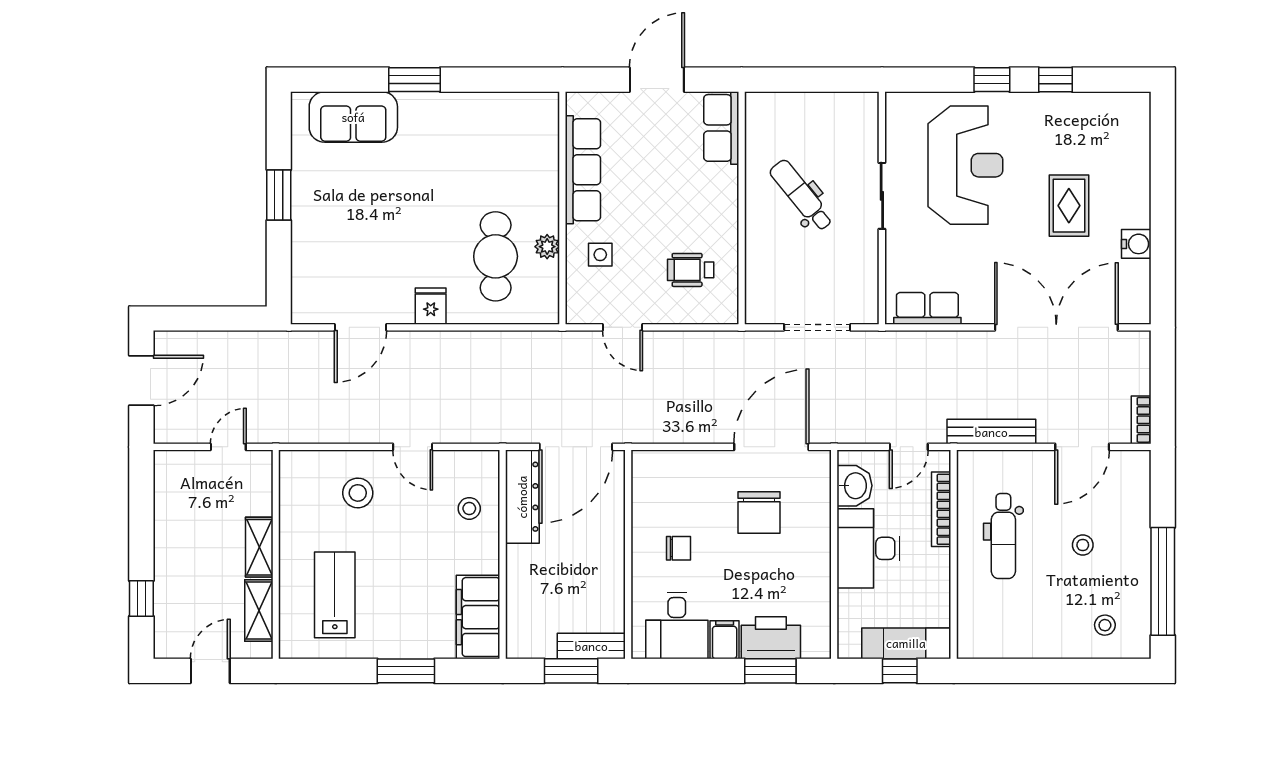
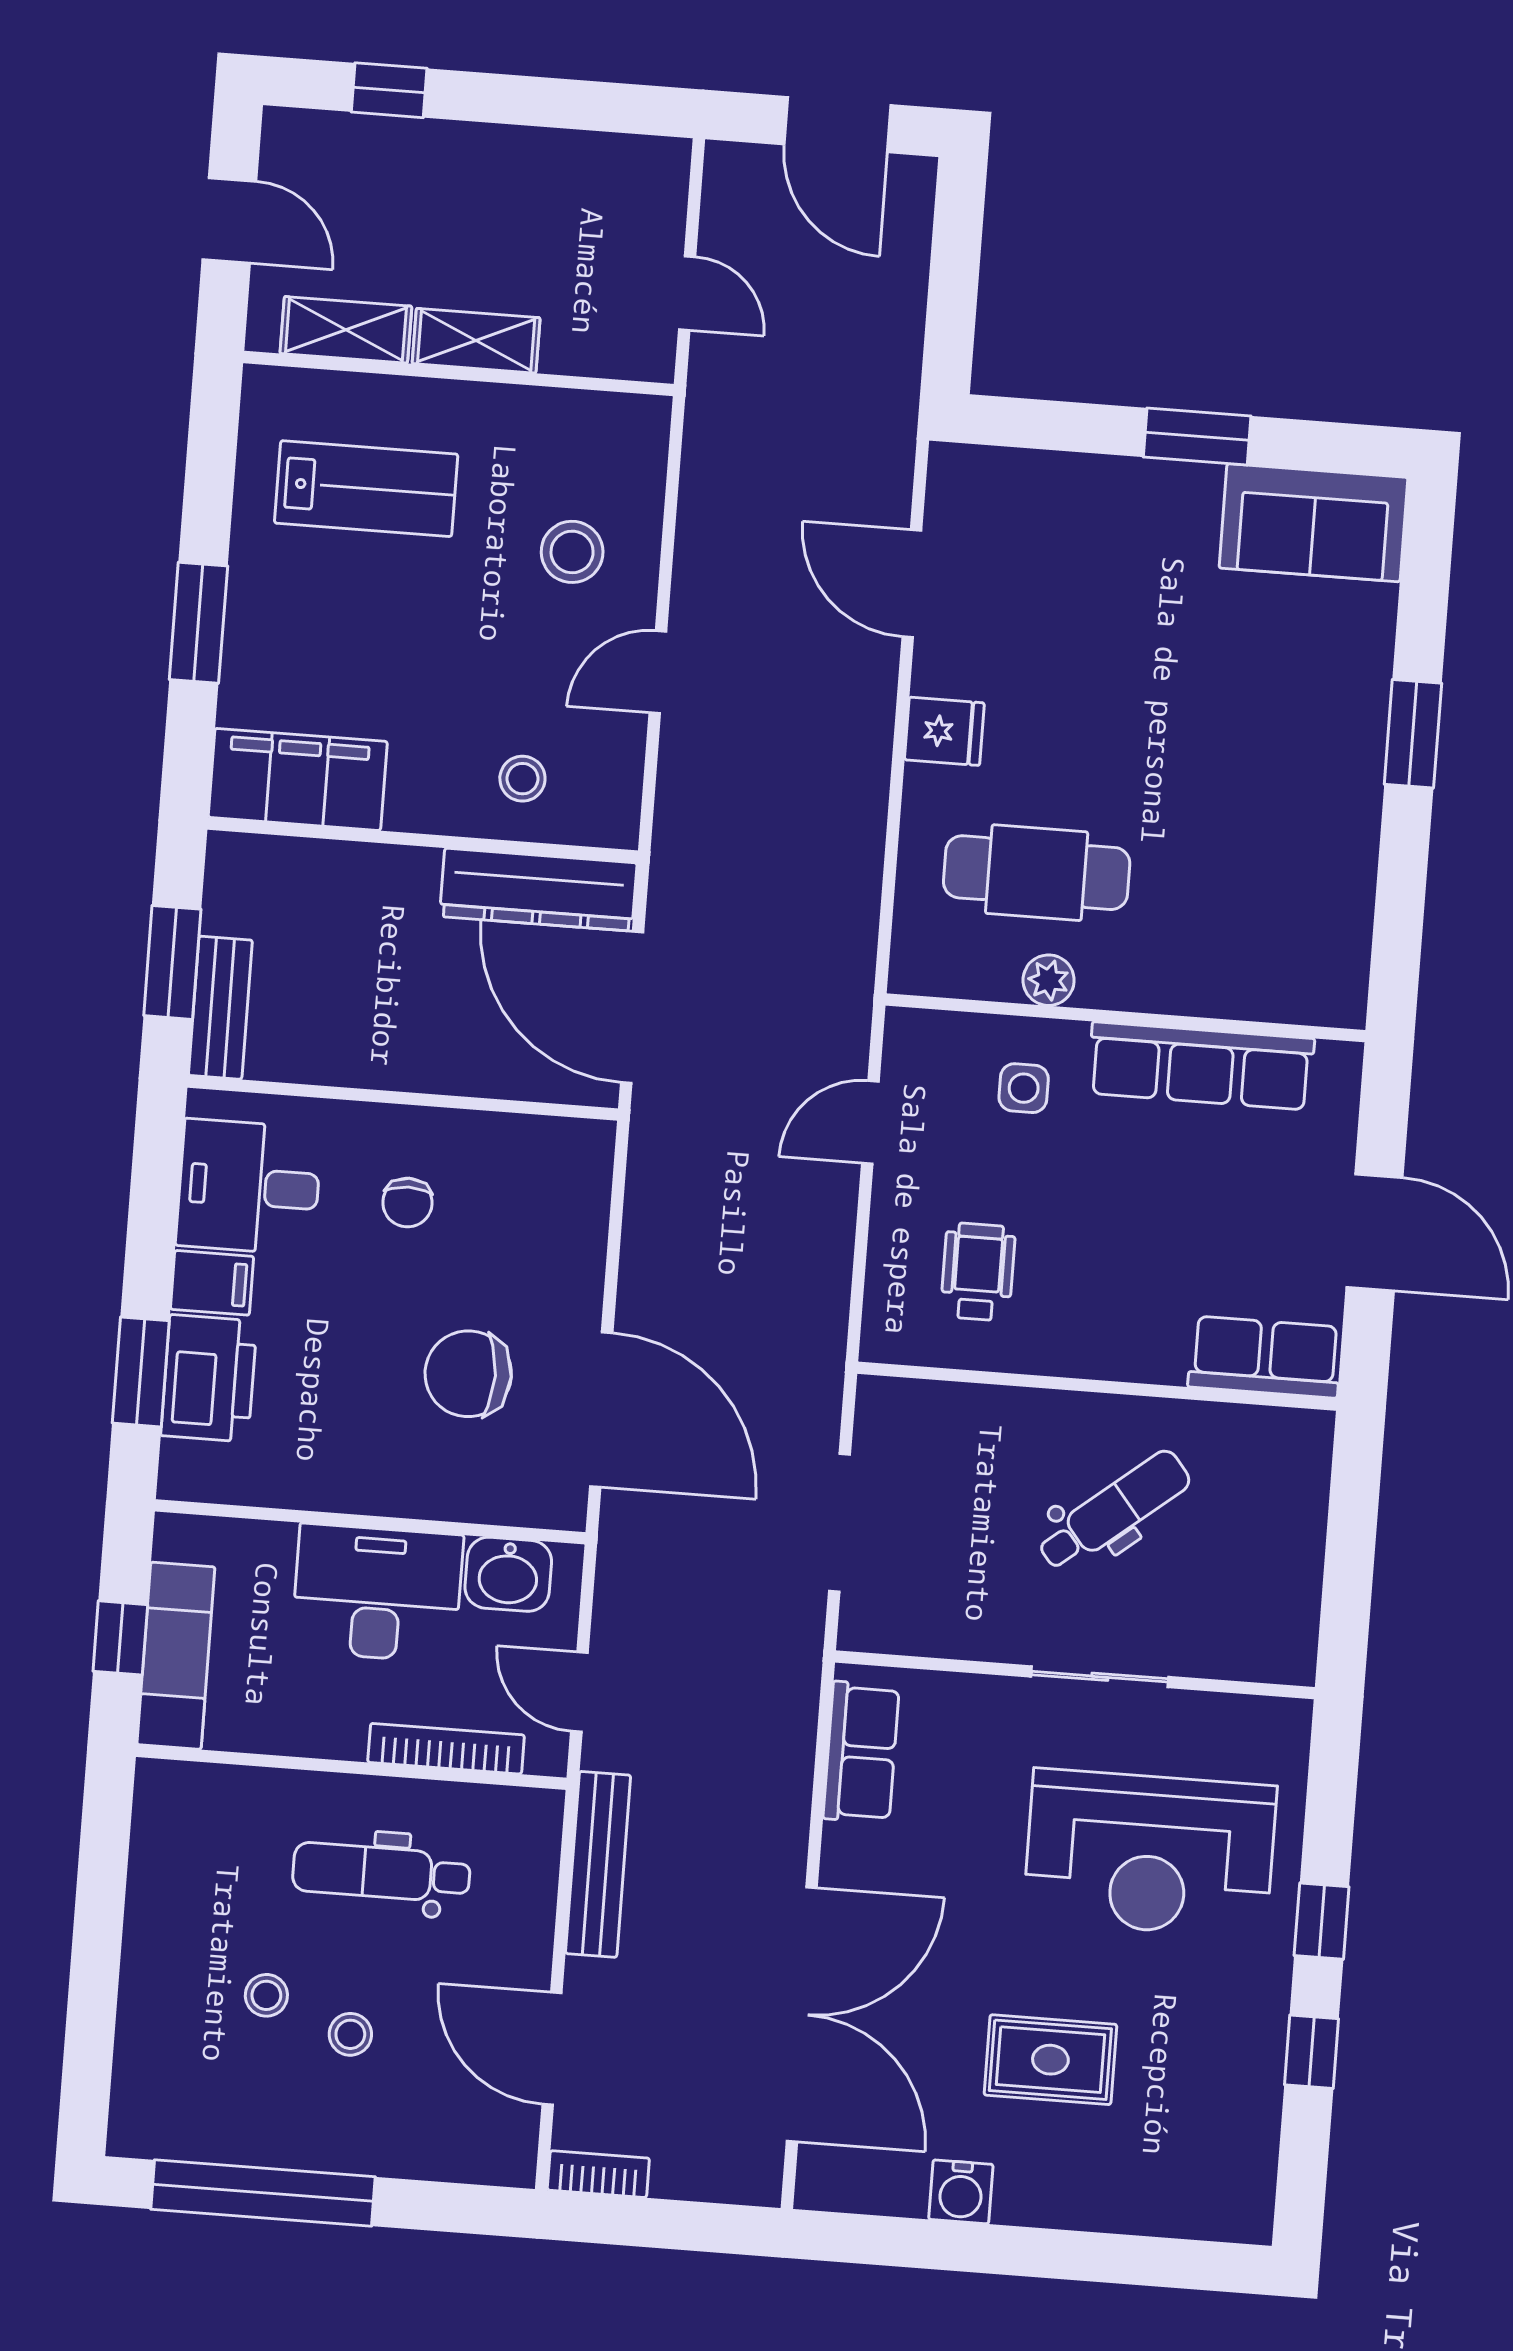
sofa: (353, 117) -> (1314, 523), moved, turned -90
stool: (1105, 625) -> (266, 1995), moved

